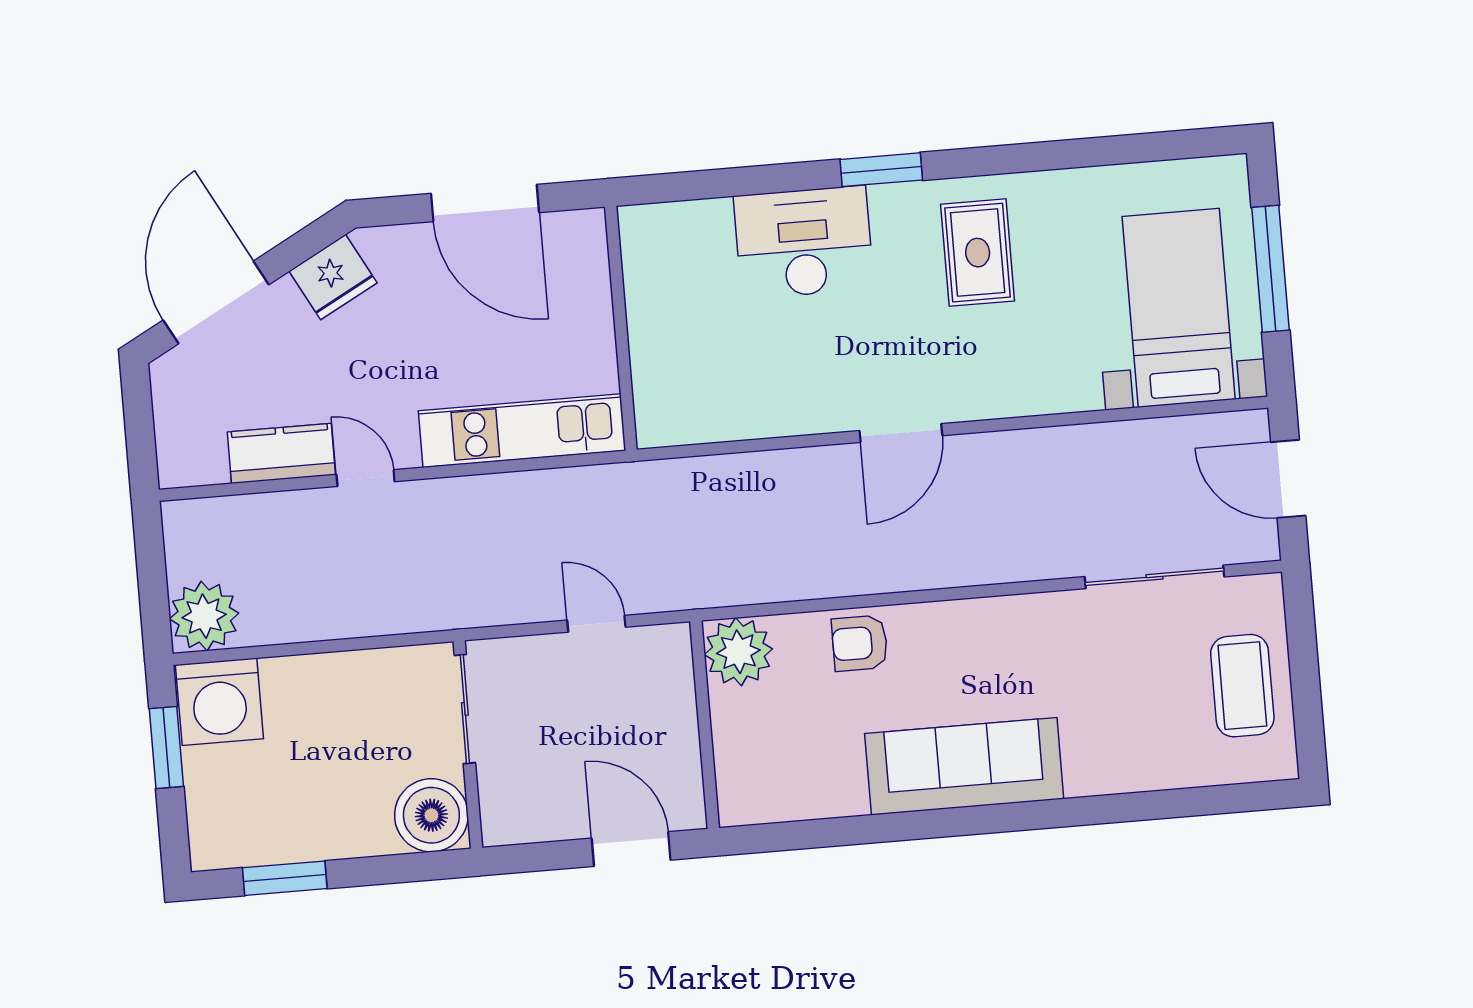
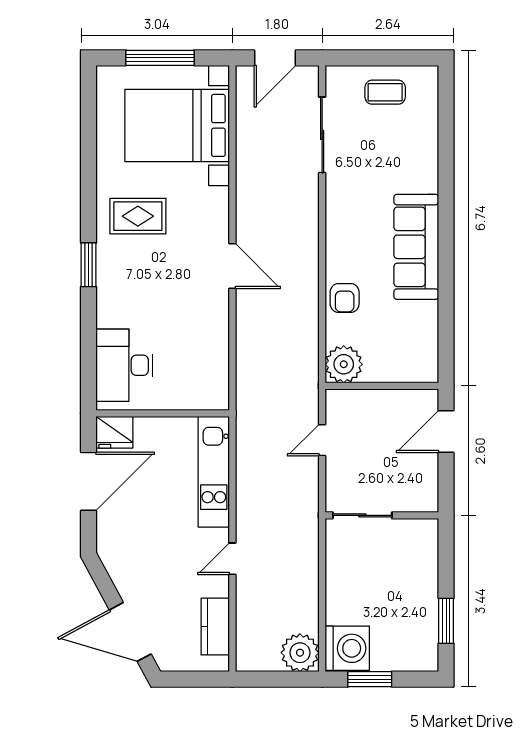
desk: (804, 242) -> (124, 365), moved
fridge: (333, 277) -> (114, 432), moved, turned 118
bed with nightstands: (1179, 308) -> (177, 125), width x1.36
kitchen counter: (281, 453) -> (215, 627), moved
coffee table: (1242, 686) -> (385, 92), width x0.73, depth x0.77
boiler: (431, 815) -> (419, 538), removed

